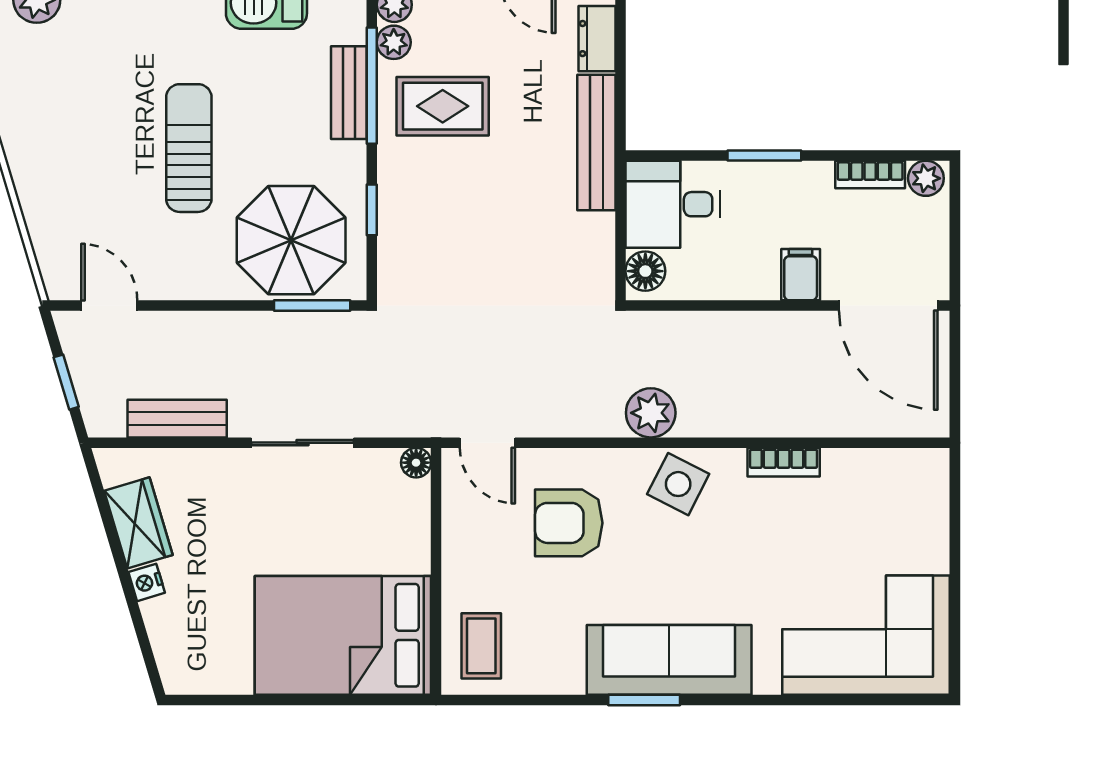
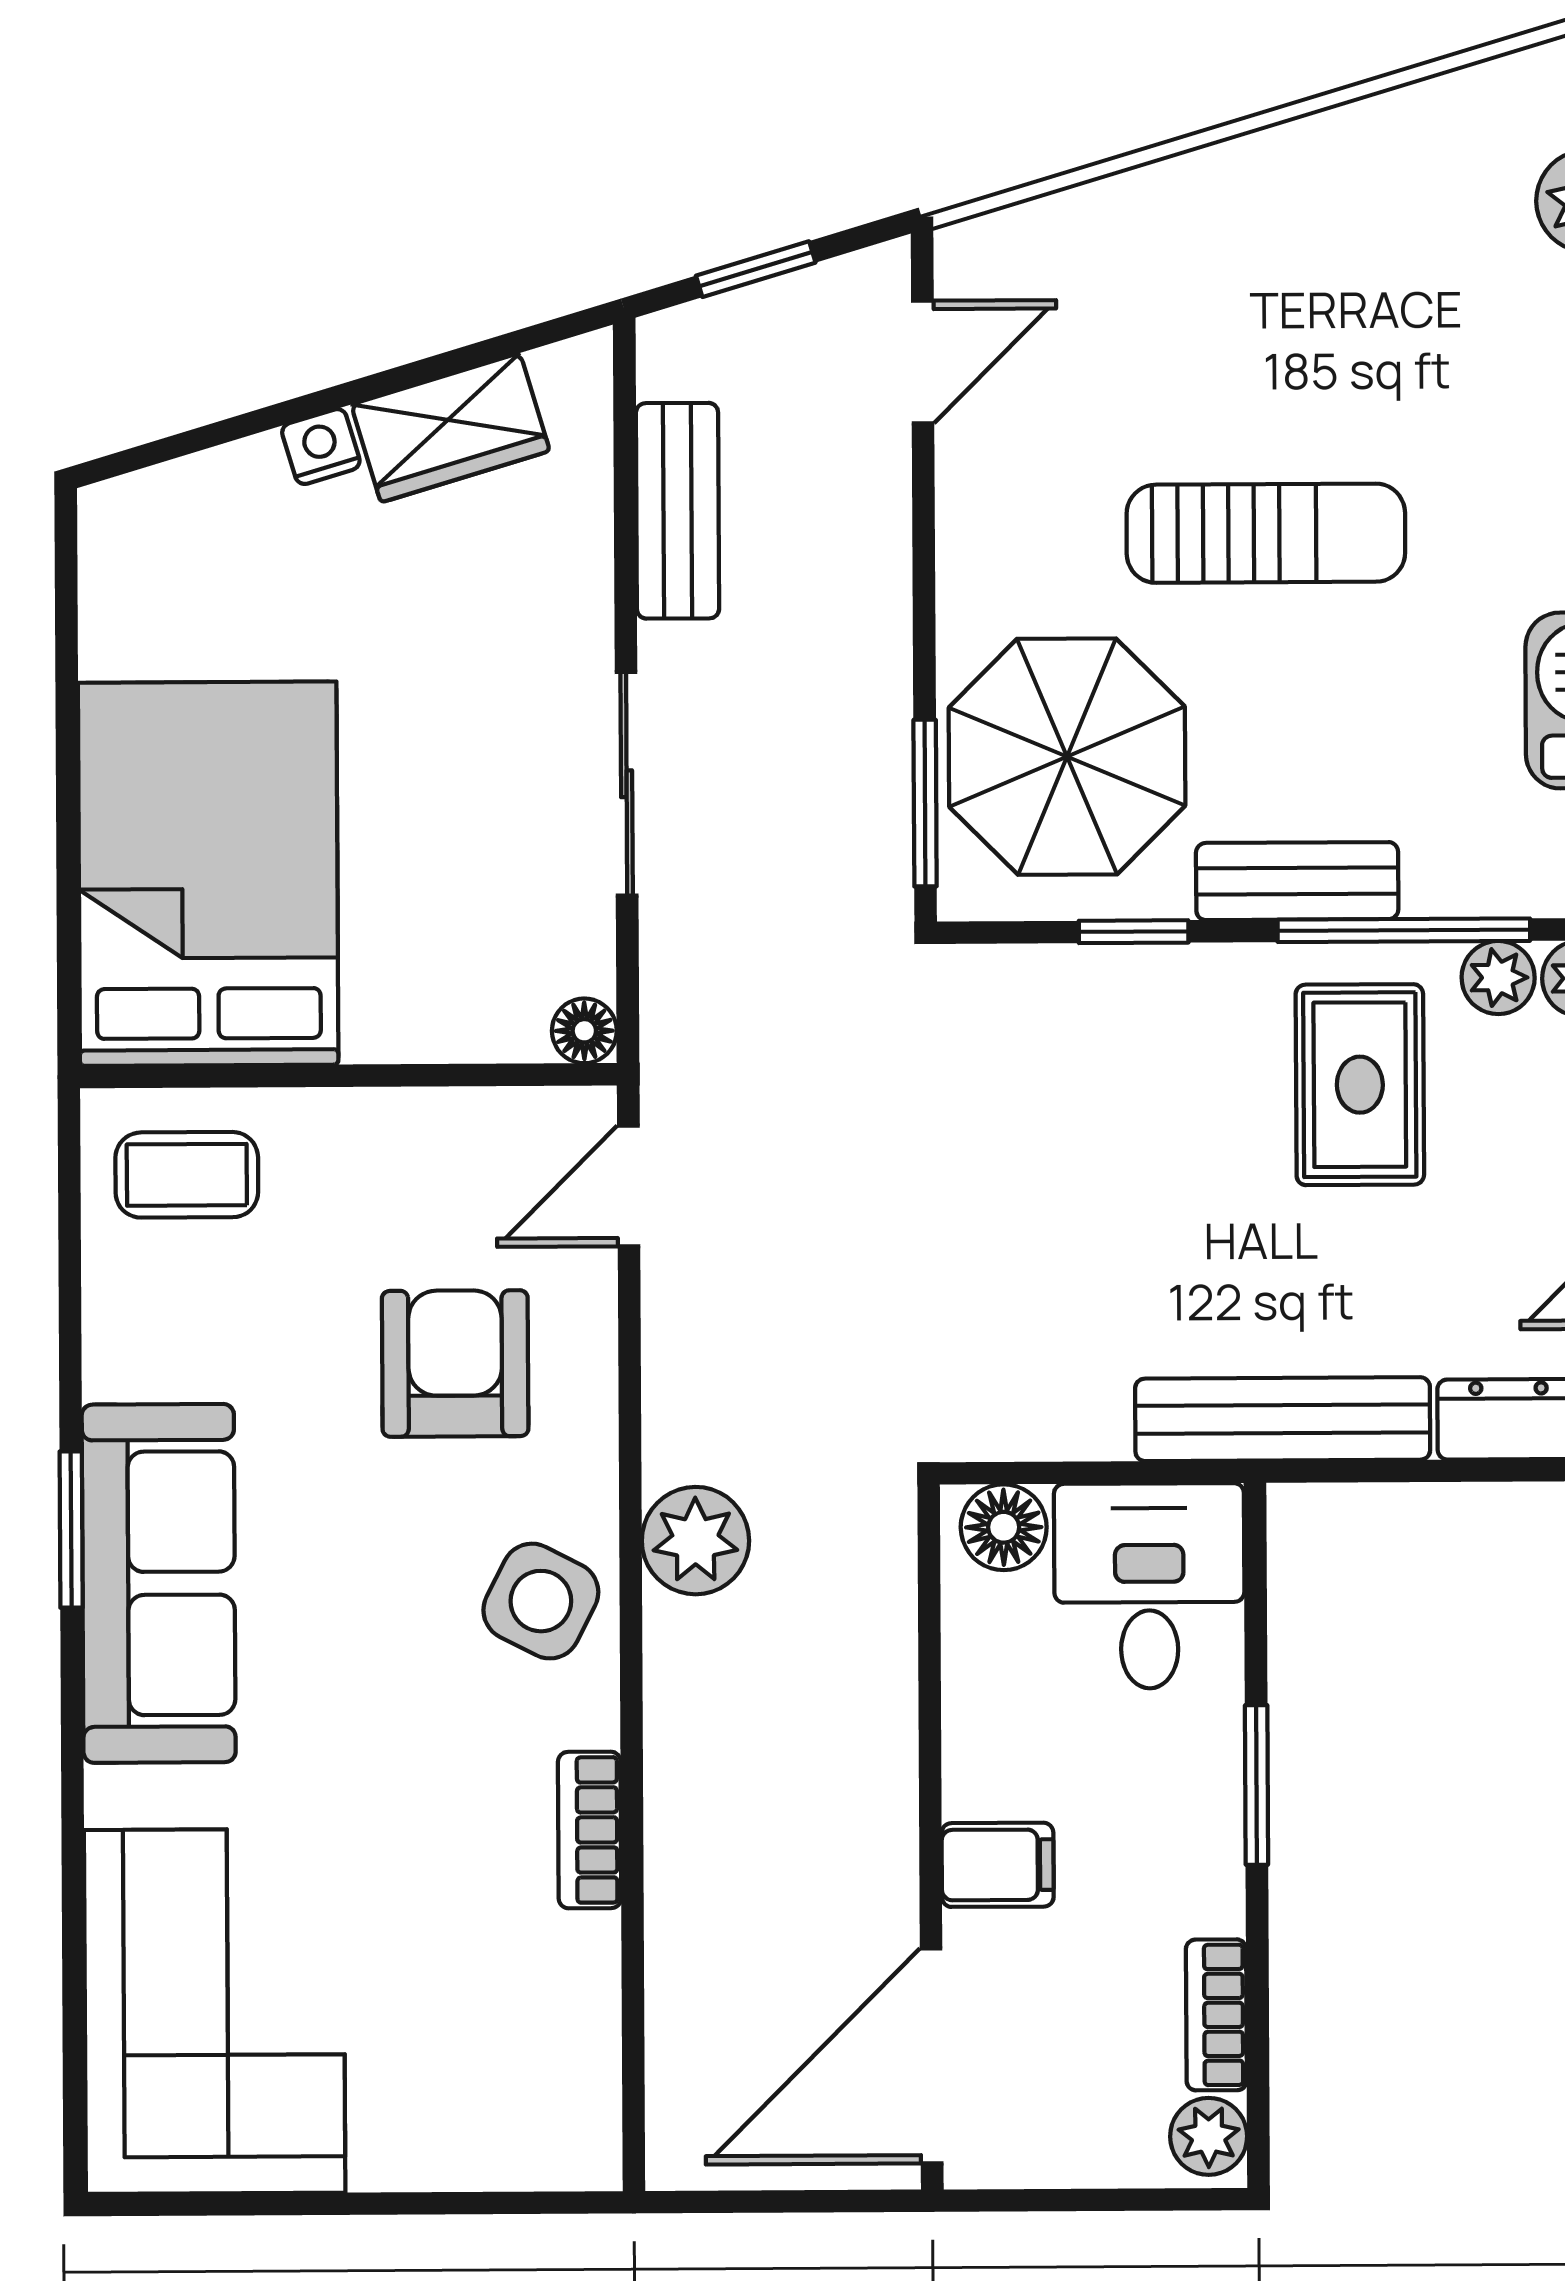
bench: (349, 93) -> (1297, 881), moved

